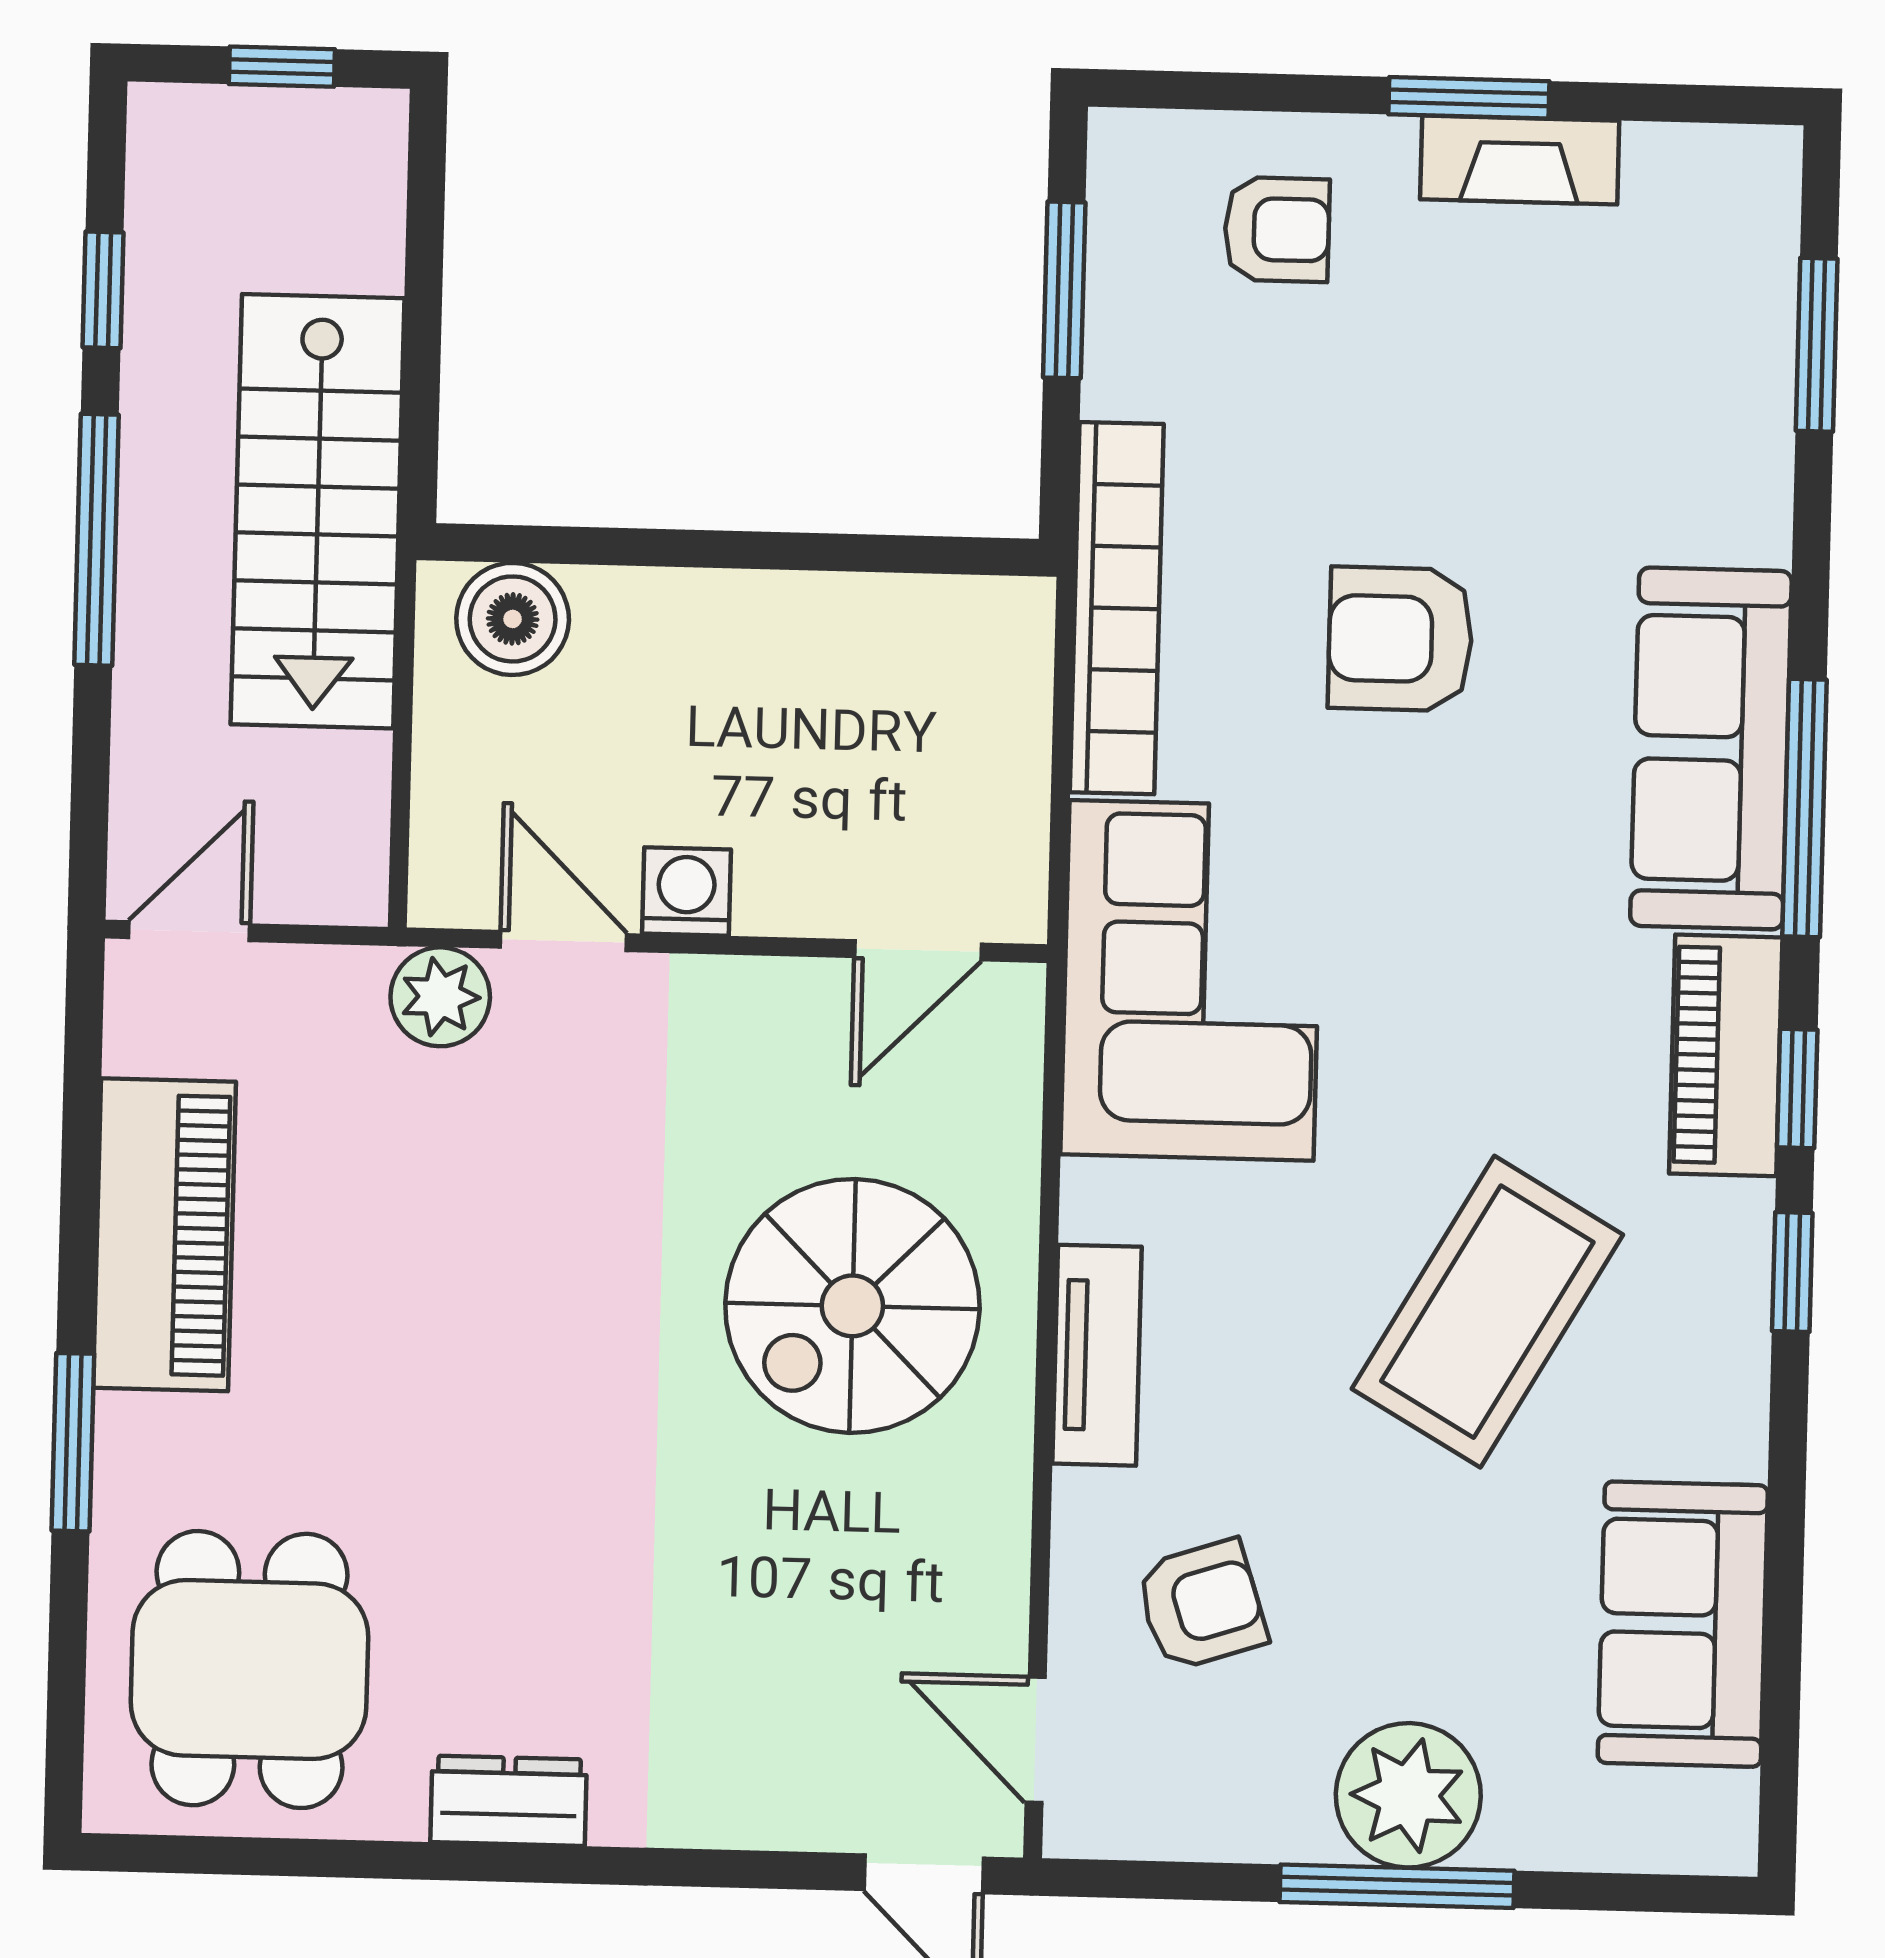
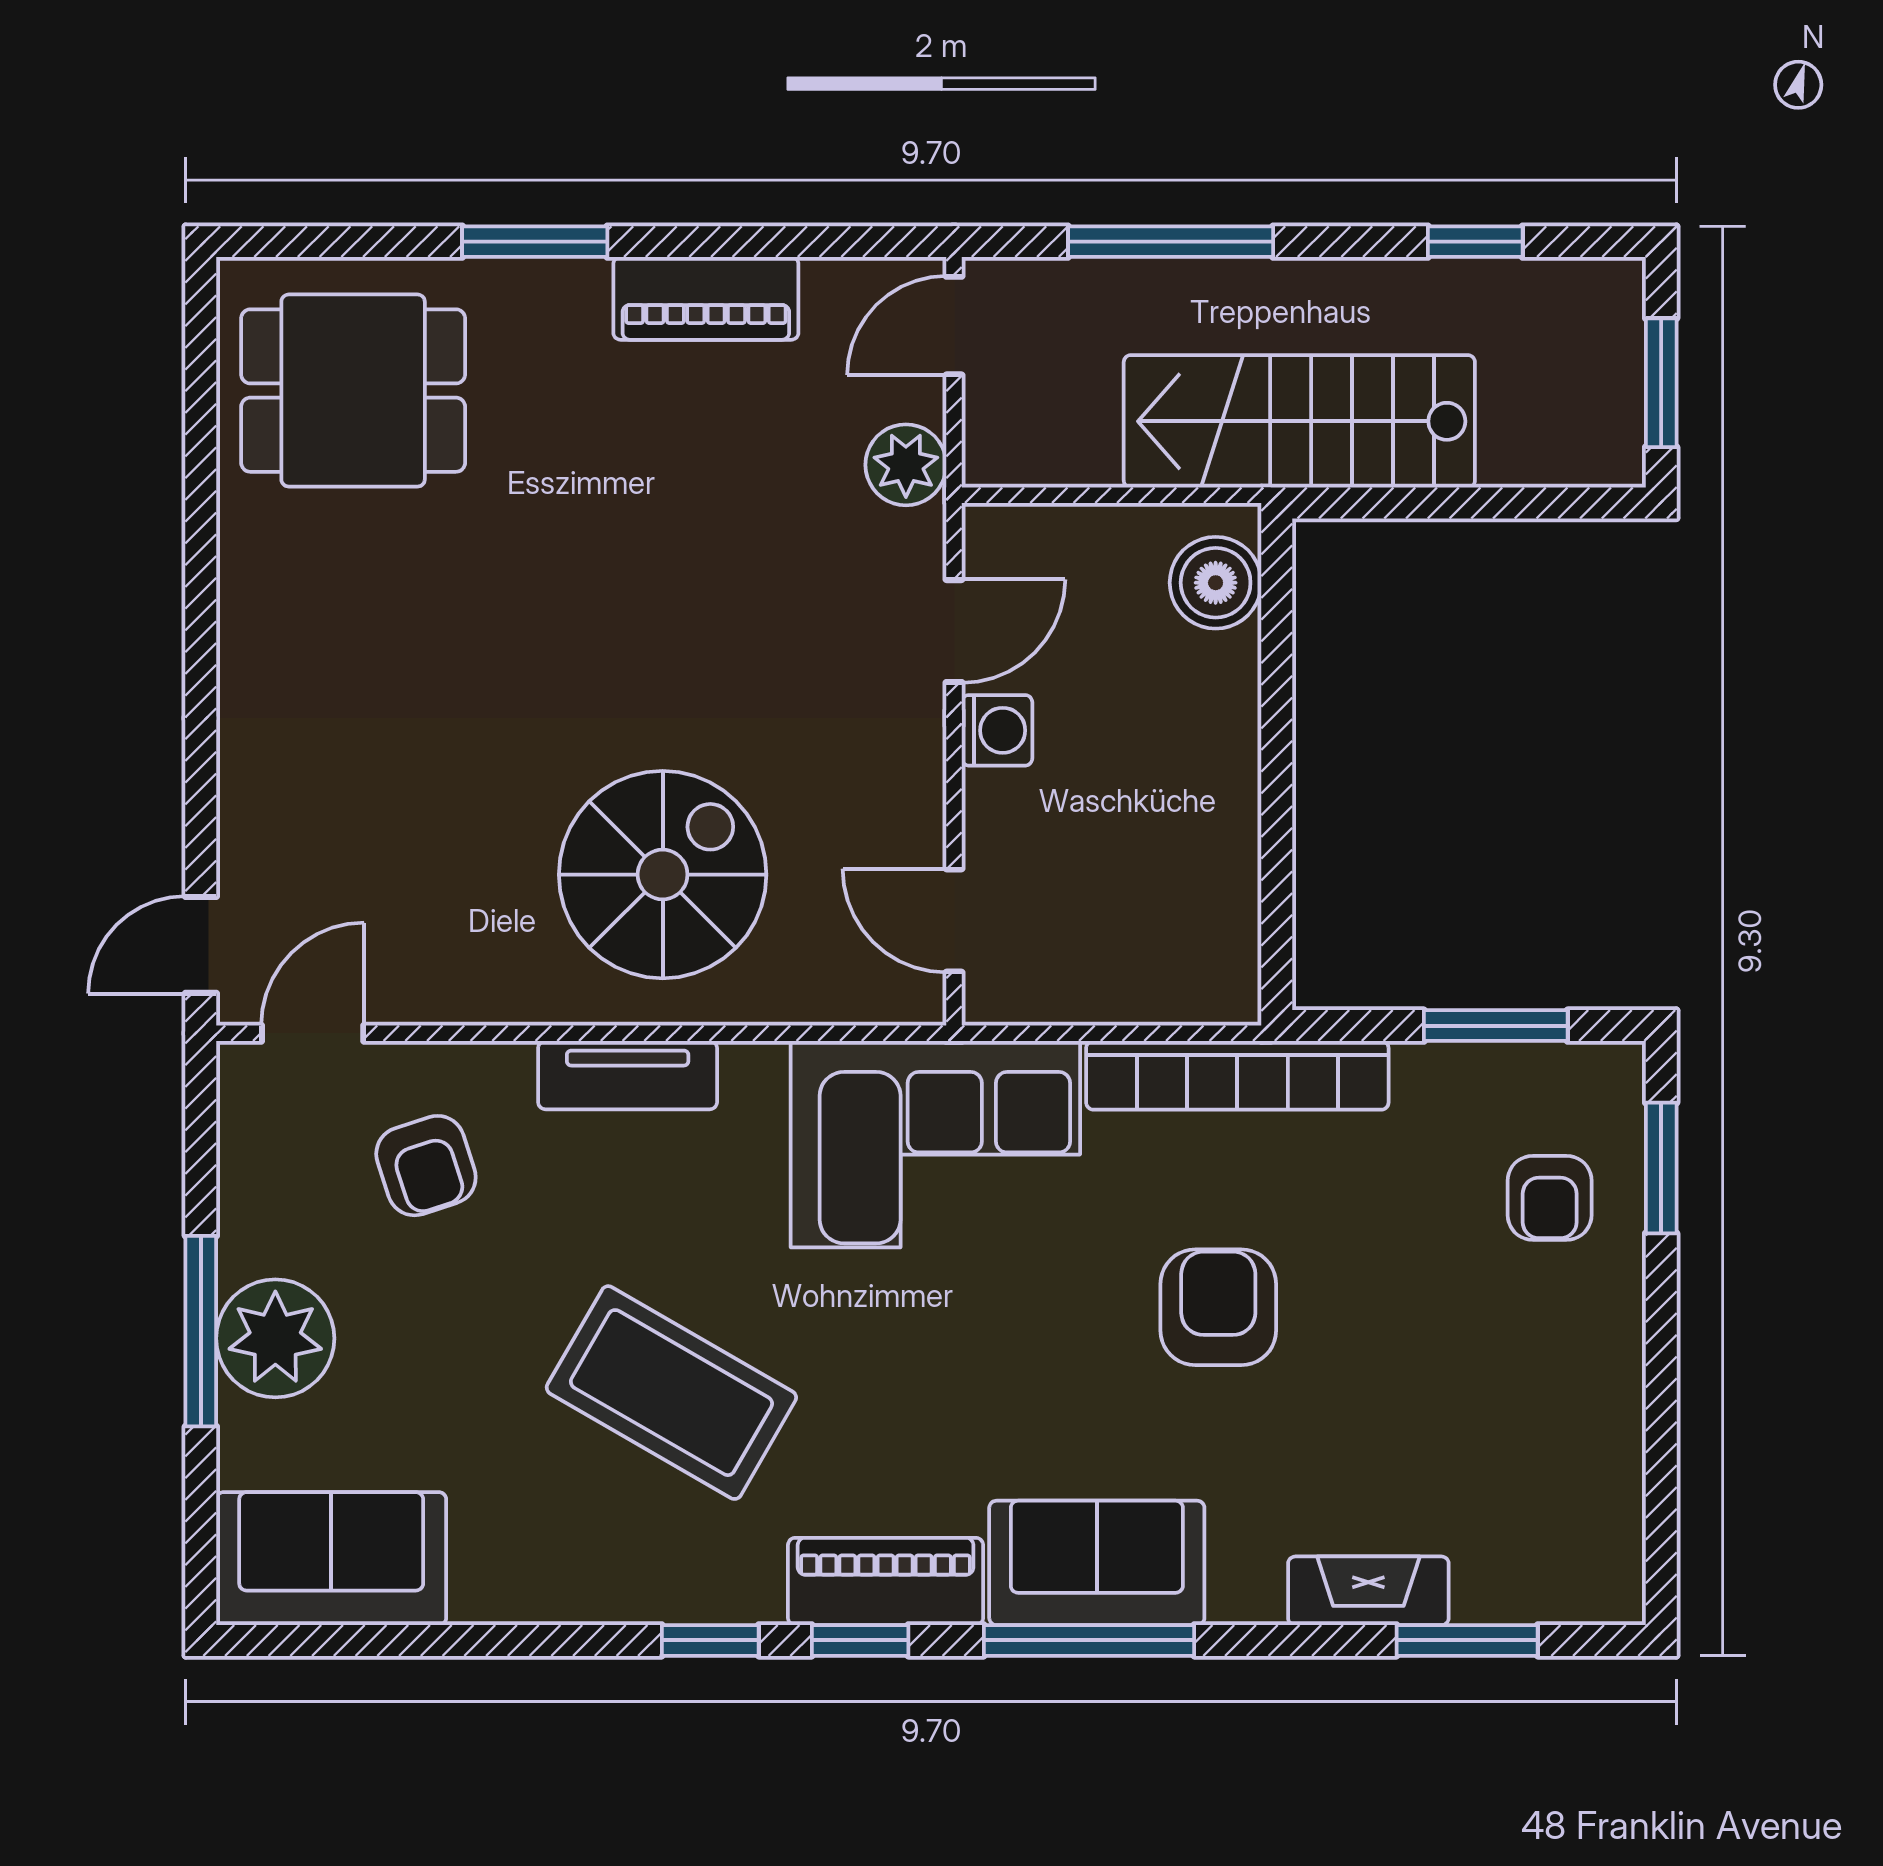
window: (282, 67) -> (1661, 383), width x1.50
window: (1469, 98) -> (1661, 1168), moved
fireplace: (1520, 160) -> (1368, 1591), moved, turned 90
window: (96, 540) -> (1171, 242), moved
sofa: (1711, 748) -> (1097, 1563), width x0.73
door: (189, 931) -> (954, 326), swing flipped
plant: (440, 997) -> (906, 465), moved
piano: (164, 1235) -> (706, 298), width x0.73, depth x0.75
spiral stairs: (852, 1306) -> (663, 875), turned 90
sofa: (1683, 1624) -> (331, 1559), moved
dresser: (509, 1801) -> (252, 605), removed

